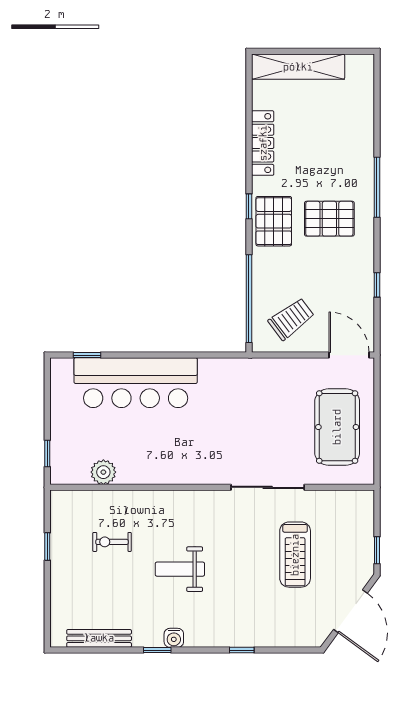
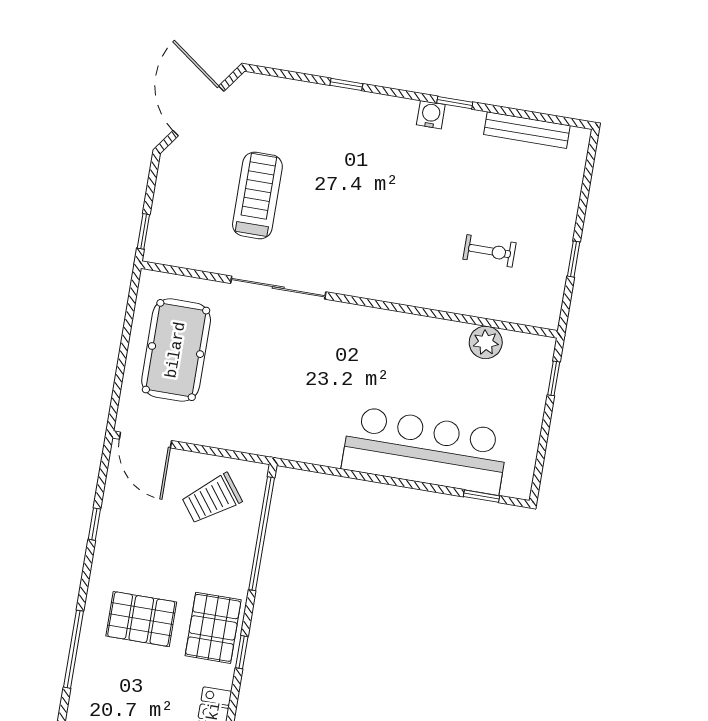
window: (377, 550) -> (143, 231), moved
weight bench: (180, 569) -> (408, 202), removed

